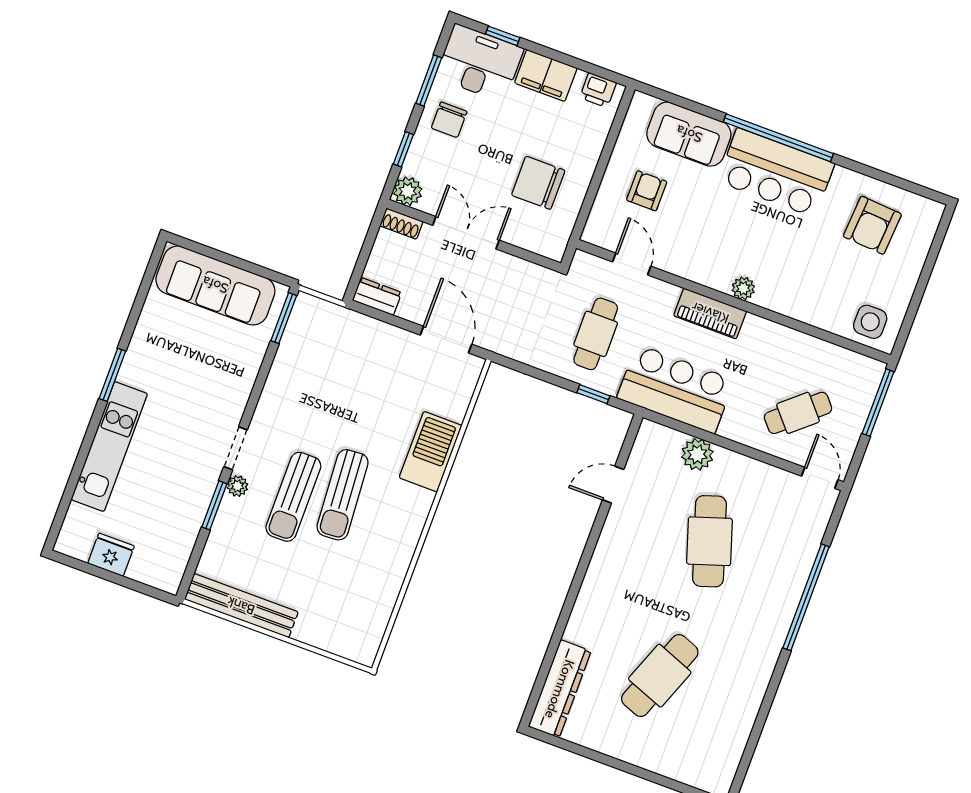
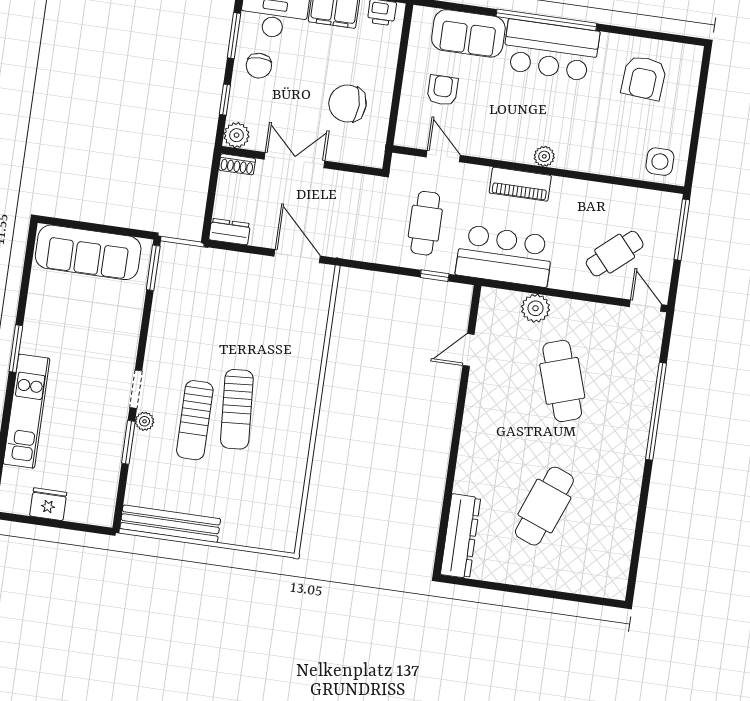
barbecue: (431, 452) -> (305, 356), removed

